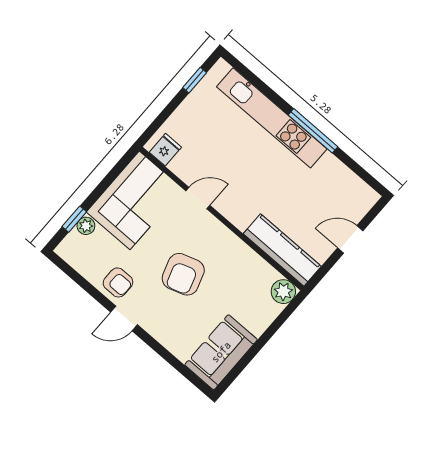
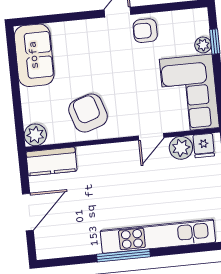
plant: (184, 166) -> (181, 148), added
door: (350, 239) -> (28, 212), width x1.38
kitchen counter: (282, 250) -> (51, 161), width x0.67
armchair: (183, 274) -> (88, 113), moved

